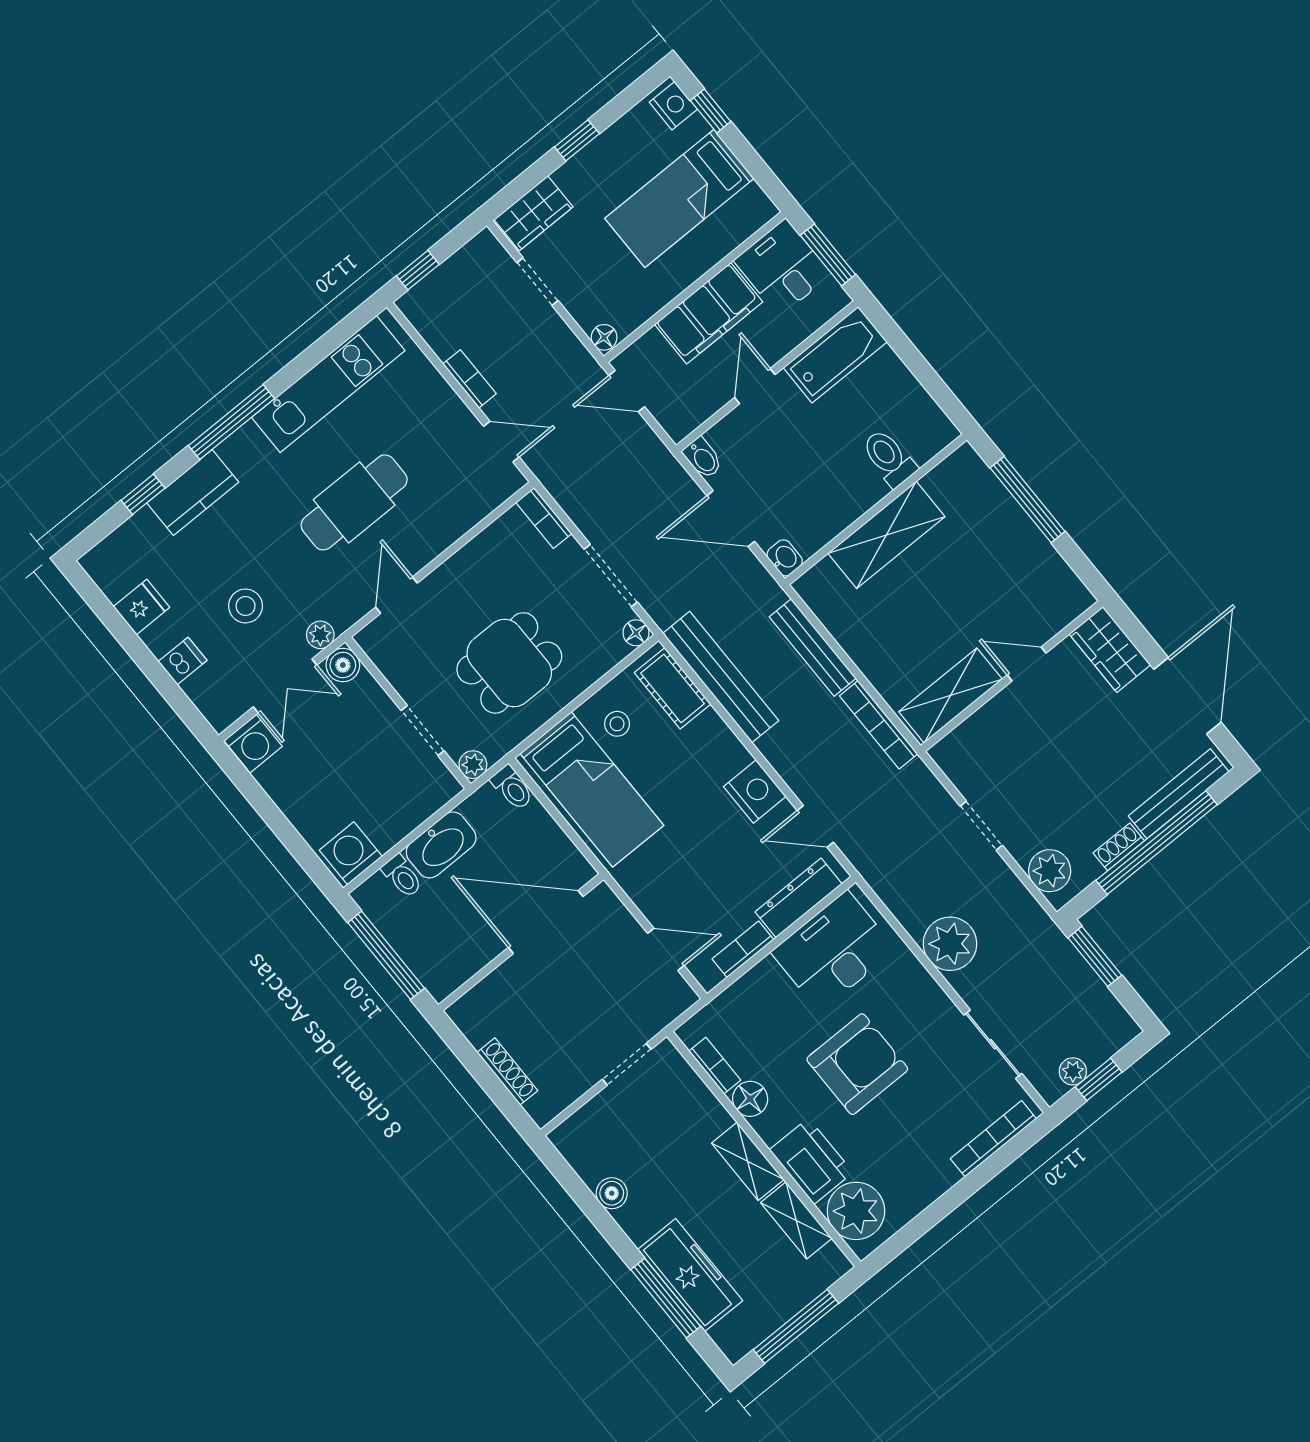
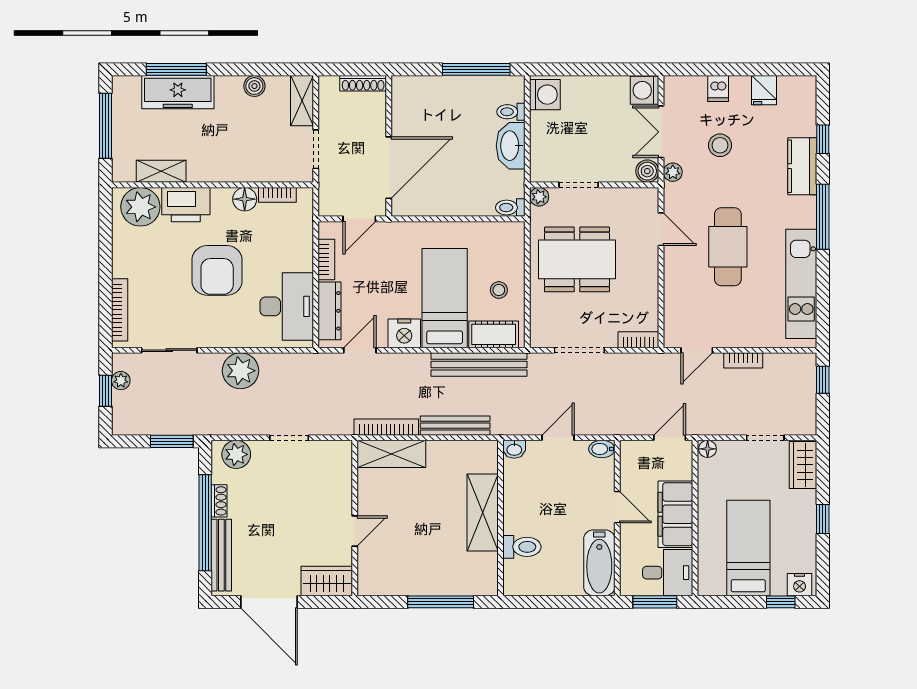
door: (731, 519) -> (558, 438), width x0.73
floor lamp: (636, 633) -> (539, 339), removed
dining table: (509, 663) -> (577, 259), width x1.38
shelving: (950, 695) -> (391, 454), moved, turned 90
bed: (592, 789) -> (445, 298), moved, turned 90
door: (546, 922) -> (389, 168), moved
wall: (521, 942) -> (389, 146), moved
shelving: (748, 1161) -> (302, 101), moved, turned 90

